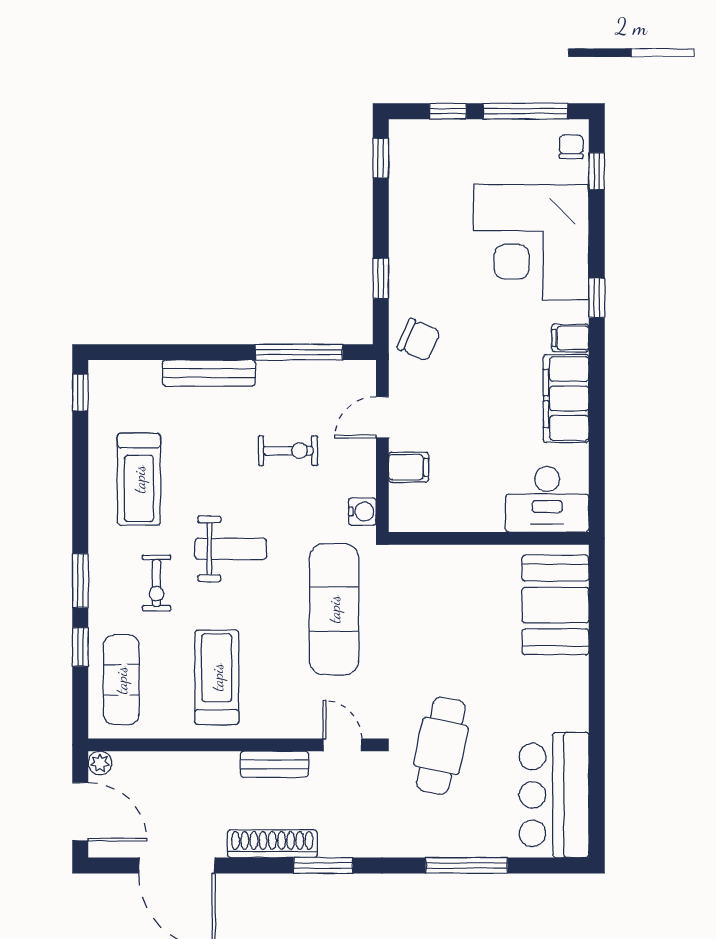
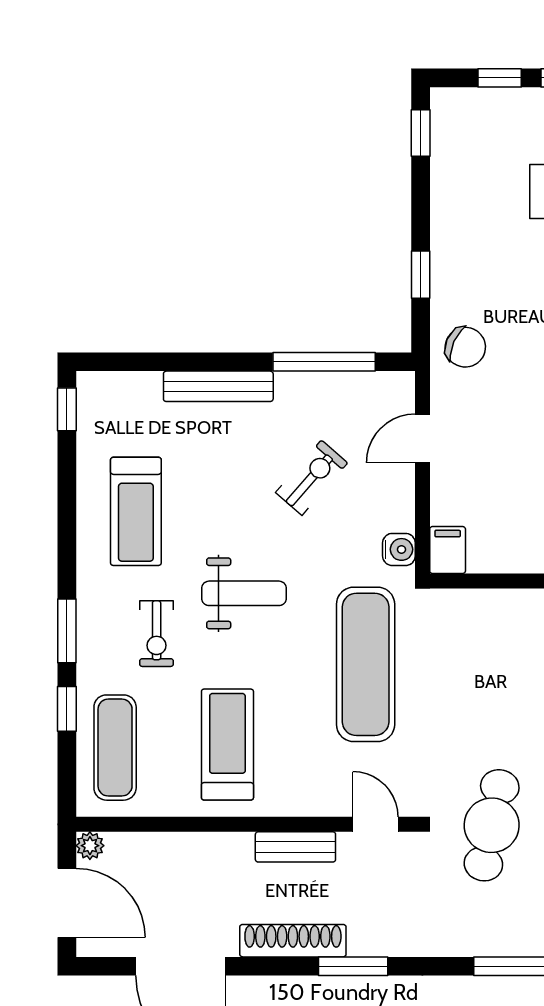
exercise bike: (288, 451) -> (312, 478), turned -49
filing cabinet: (409, 467) -> (448, 550), moved, turned -90

